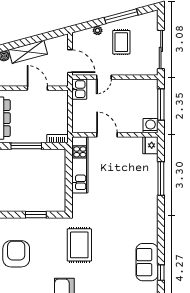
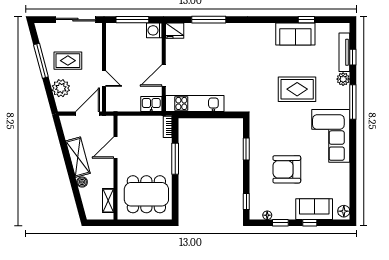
plant: (98, 30) -> (61, 88), width x1.88, depth x1.88
kitchen sink: (79, 89) -> (151, 104), moved
rug: (79, 245) -> (297, 89), moved

